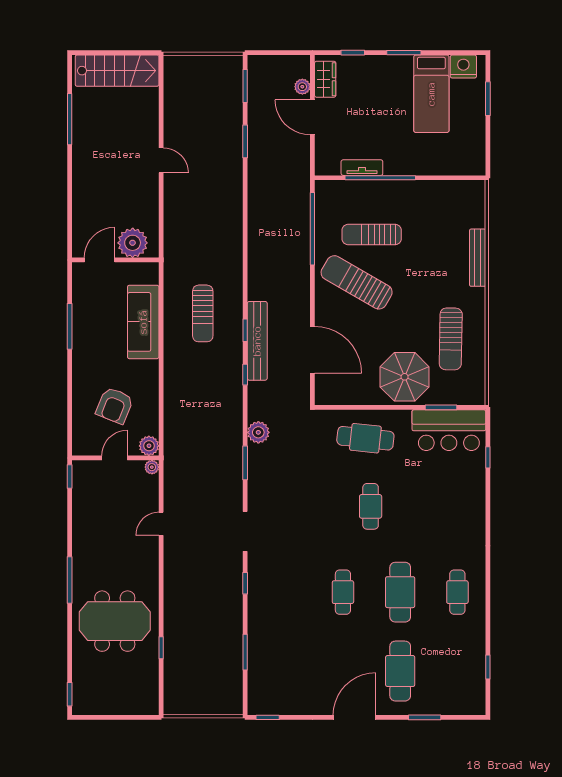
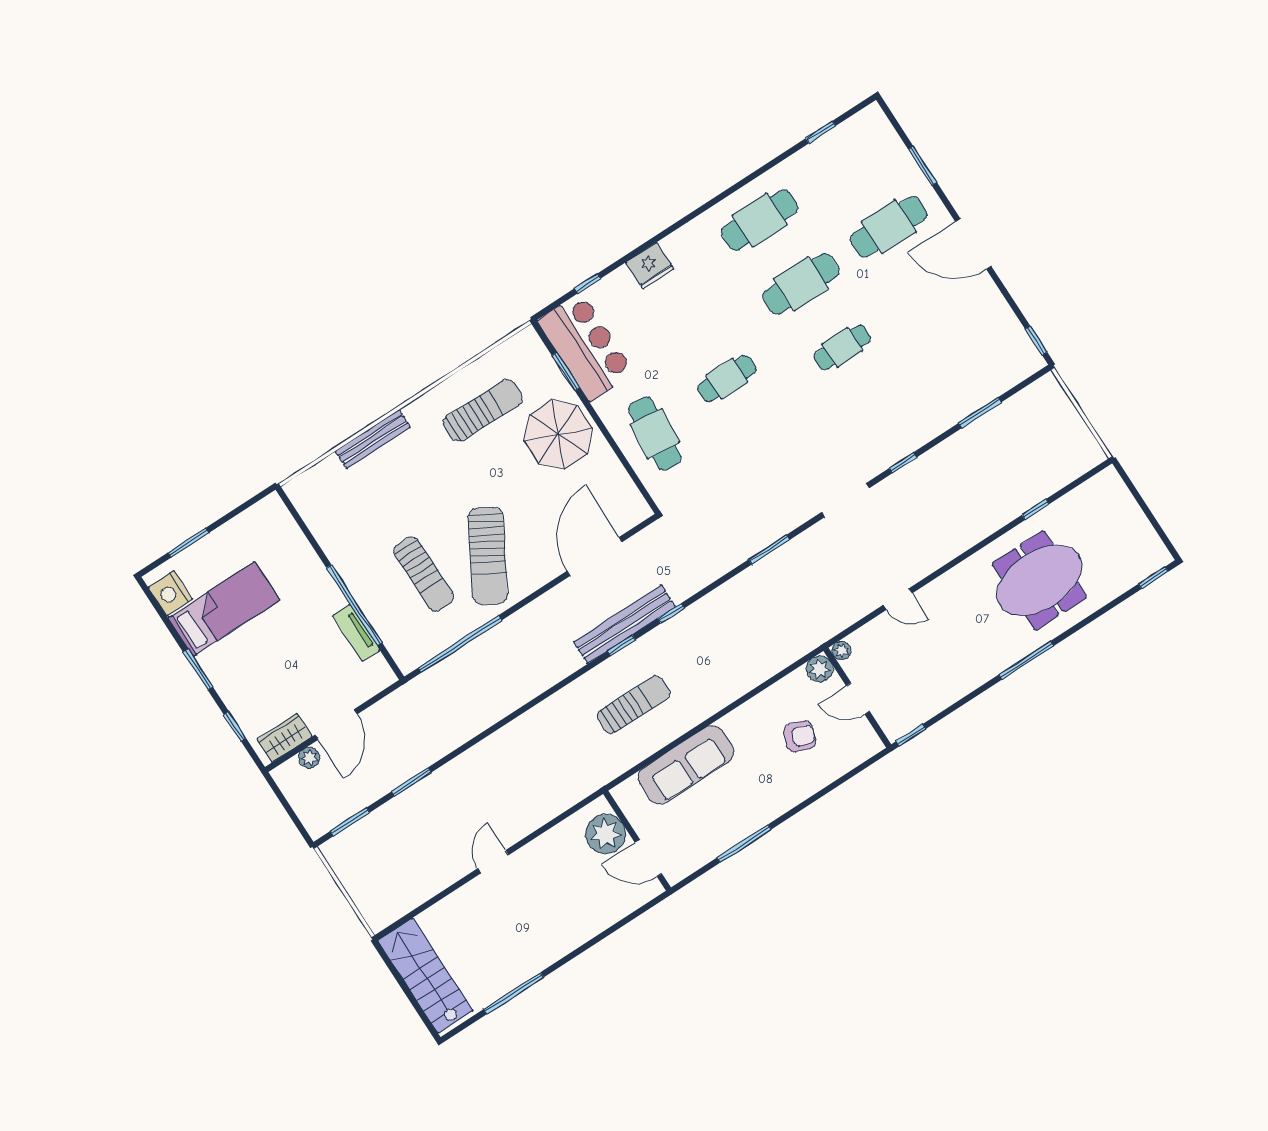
armchair: (115, 406) -> (800, 736), width x0.72, depth x0.72
plant: (258, 432) -> (726, 557), removed
fridge: (474, 504) -> (650, 266), added
cafe table: (457, 592) -> (760, 220), width x1.37, depth x1.35
meeting table: (115, 621) -> (1039, 580), turned 90

